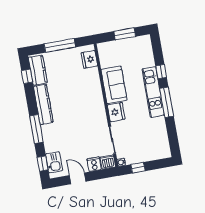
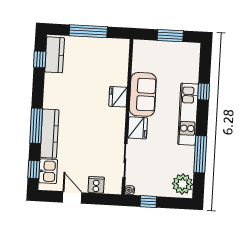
fridge: (89, 59) -> (118, 97), moved
window: (167, 102) -> (200, 154), moved
kitchen counter: (43, 104) -> (50, 134), moved
plant: (162, 148) -> (183, 184), added
dishwasher: (108, 162) -> (113, 186), removed

